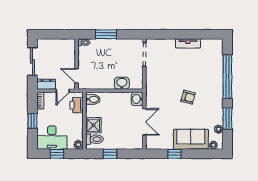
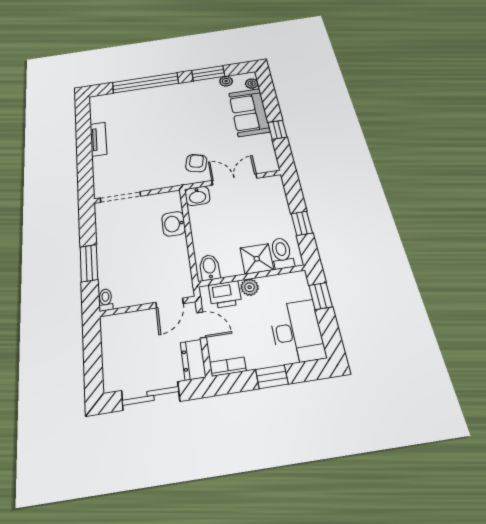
armchair: (188, 97) -> (196, 163), moved
plant: (78, 145) -> (250, 287), moved
window: (57, 154) -> (321, 296), moved

